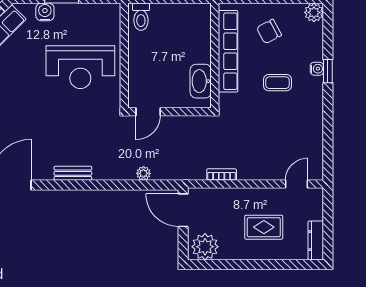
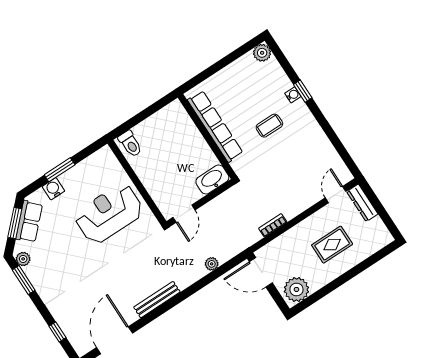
chair: (269, 31) -> (237, 90), removed
reception desk: (80, 67) -> (109, 214), turned 180
washbasin: (201, 81) -> (212, 180), moved, turned 90
bench: (73, 173) -> (157, 300), width x1.36
dresser: (316, 241) -> (362, 203), moved

